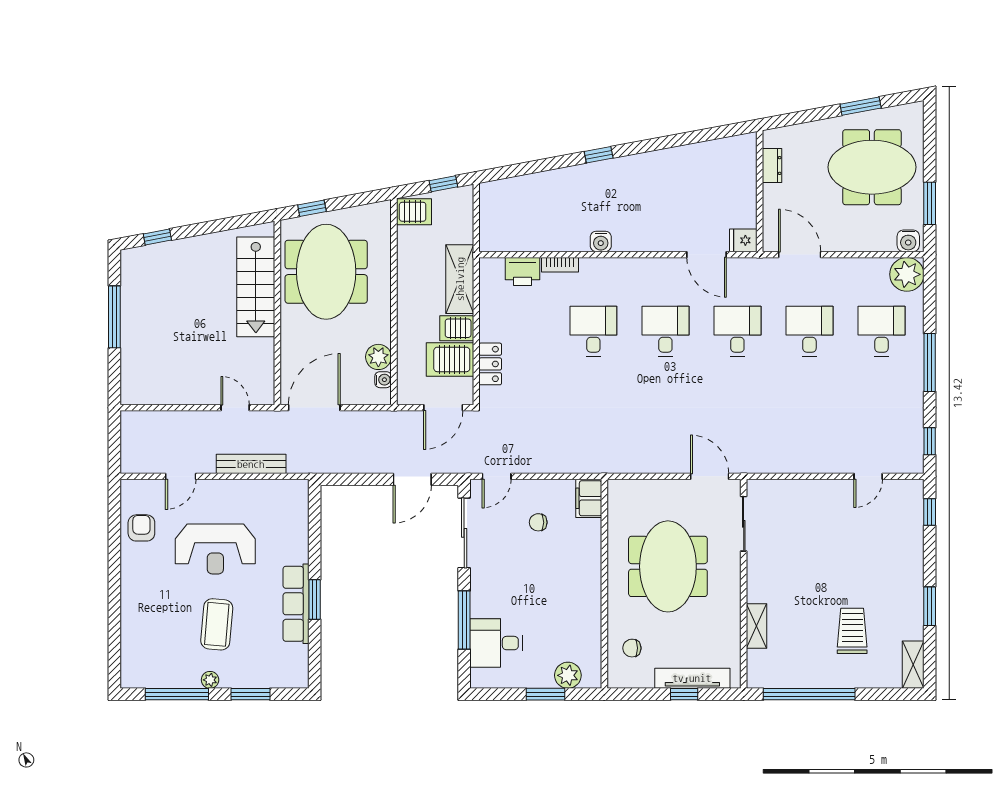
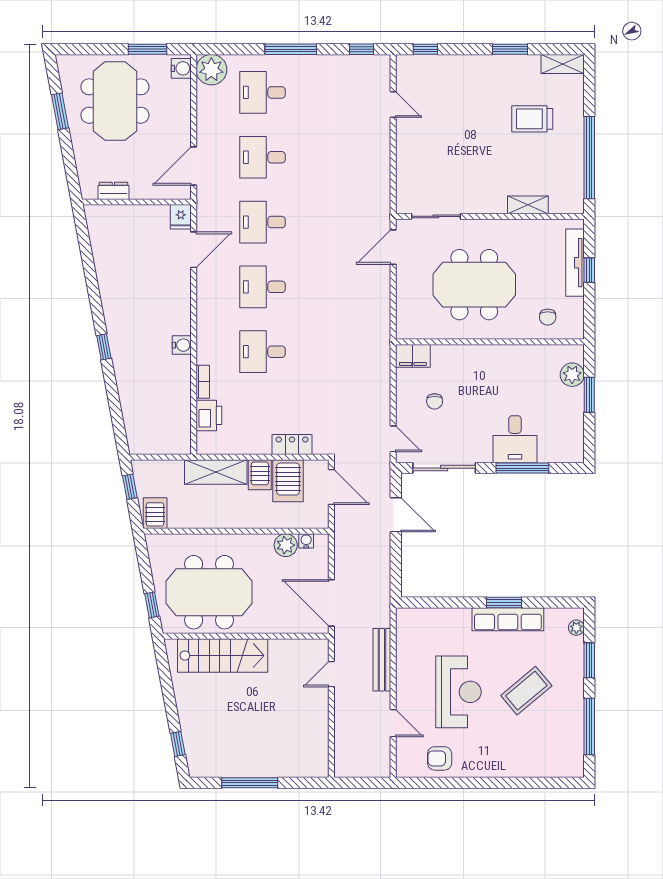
coffee table: (217, 624) -> (526, 691), turned -45
desk: (496, 643) -> (515, 439), moved
plant: (210, 680) -> (576, 628), moved

